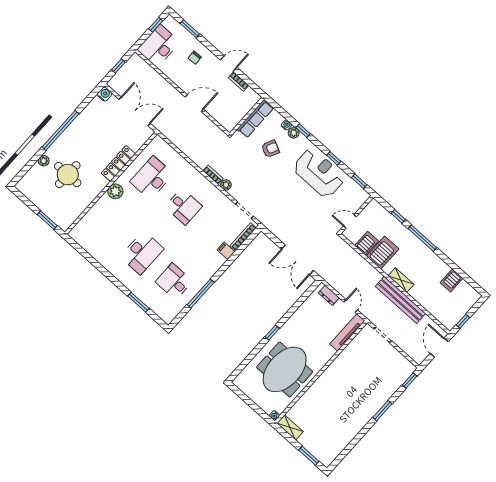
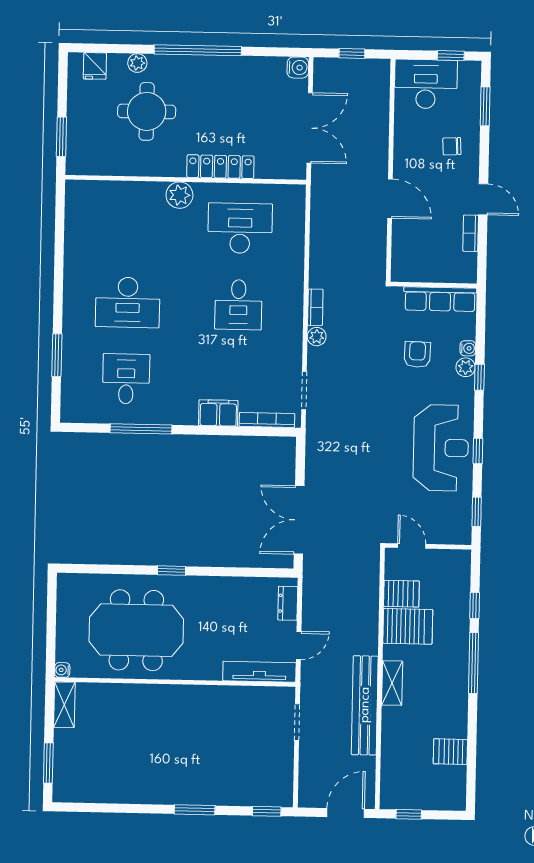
armchair: (270, 149) -> (417, 354), turned -113
fridge: (29, 180) -> (95, 66), added
filing cabinet: (226, 251) -> (218, 413), width x2.00

